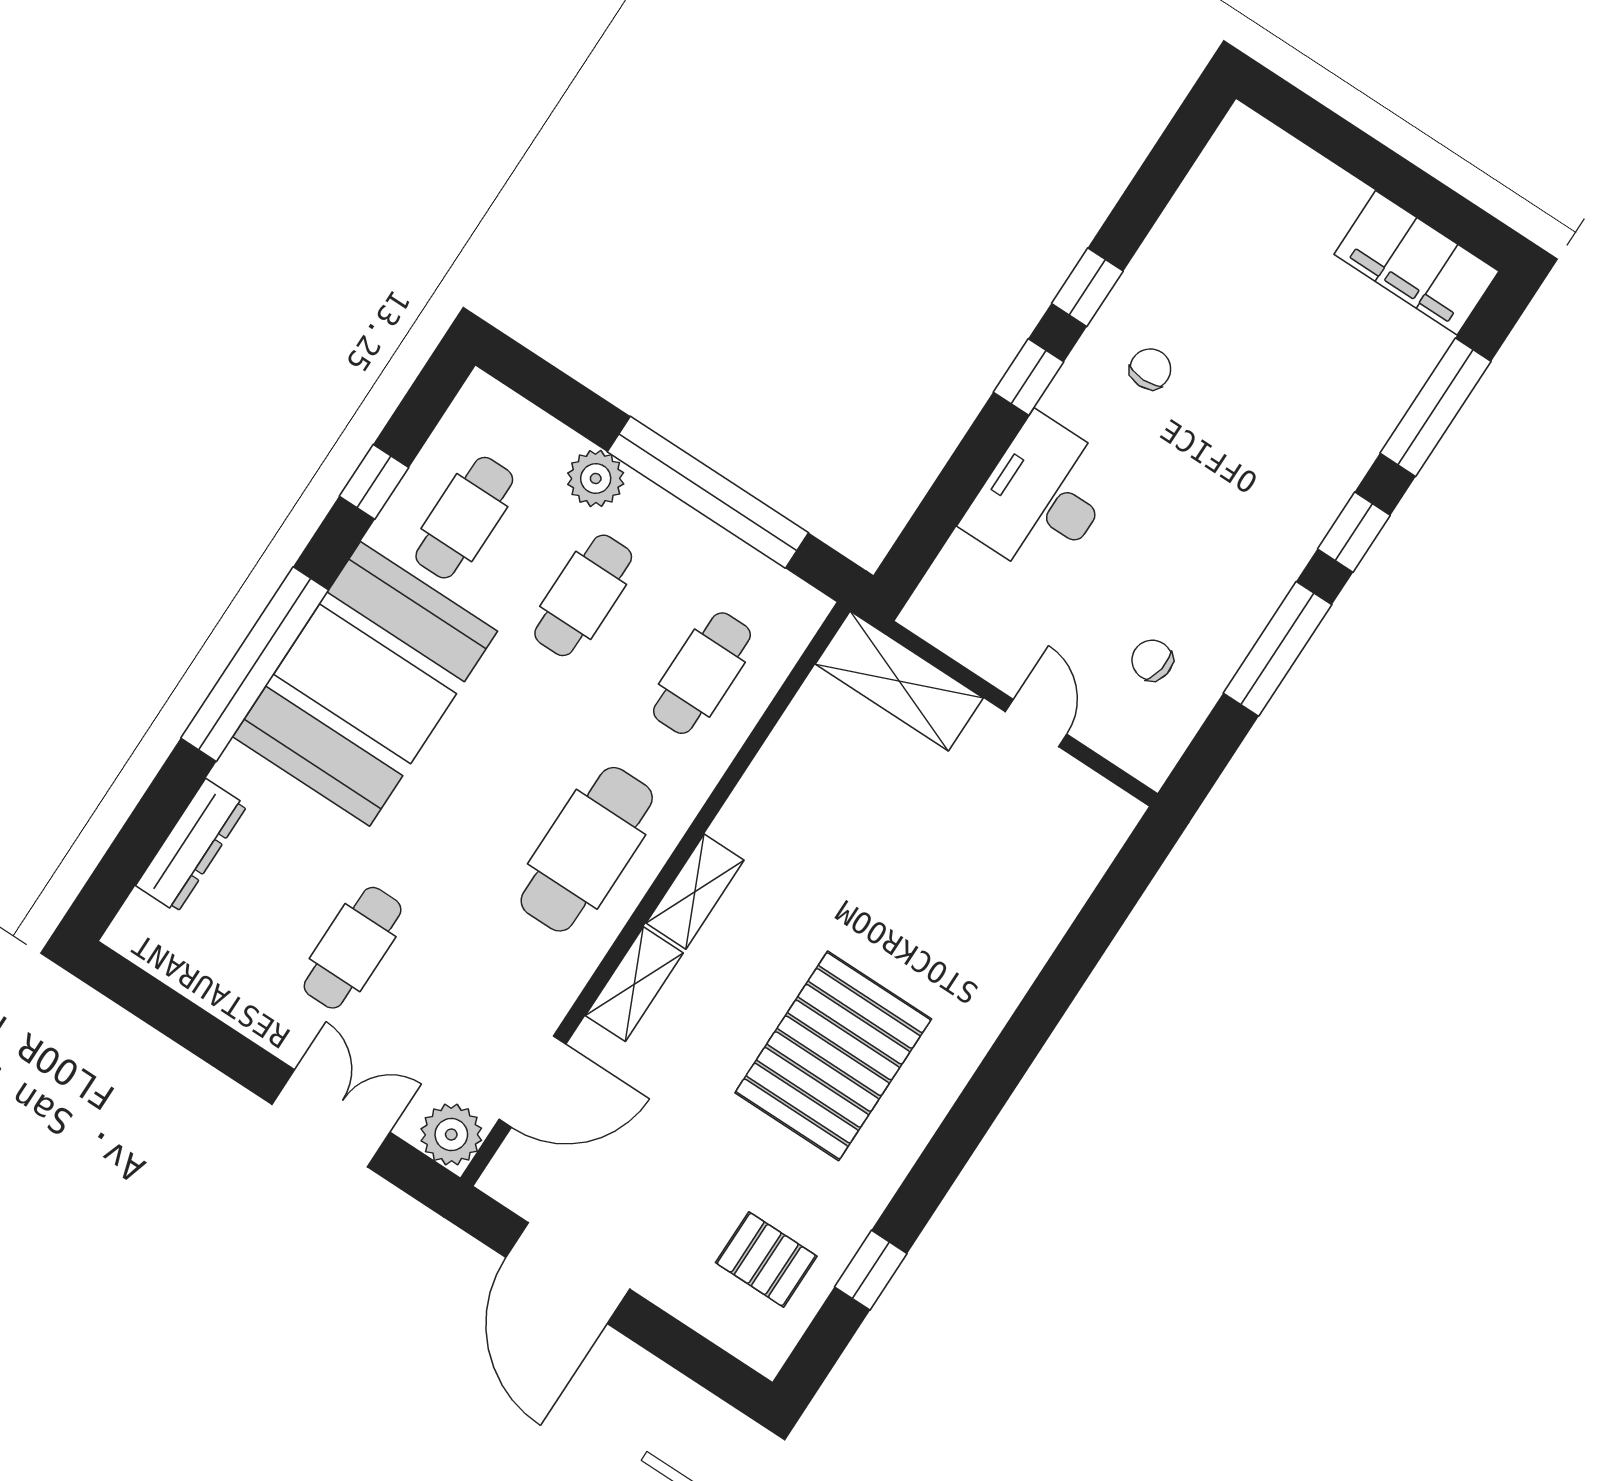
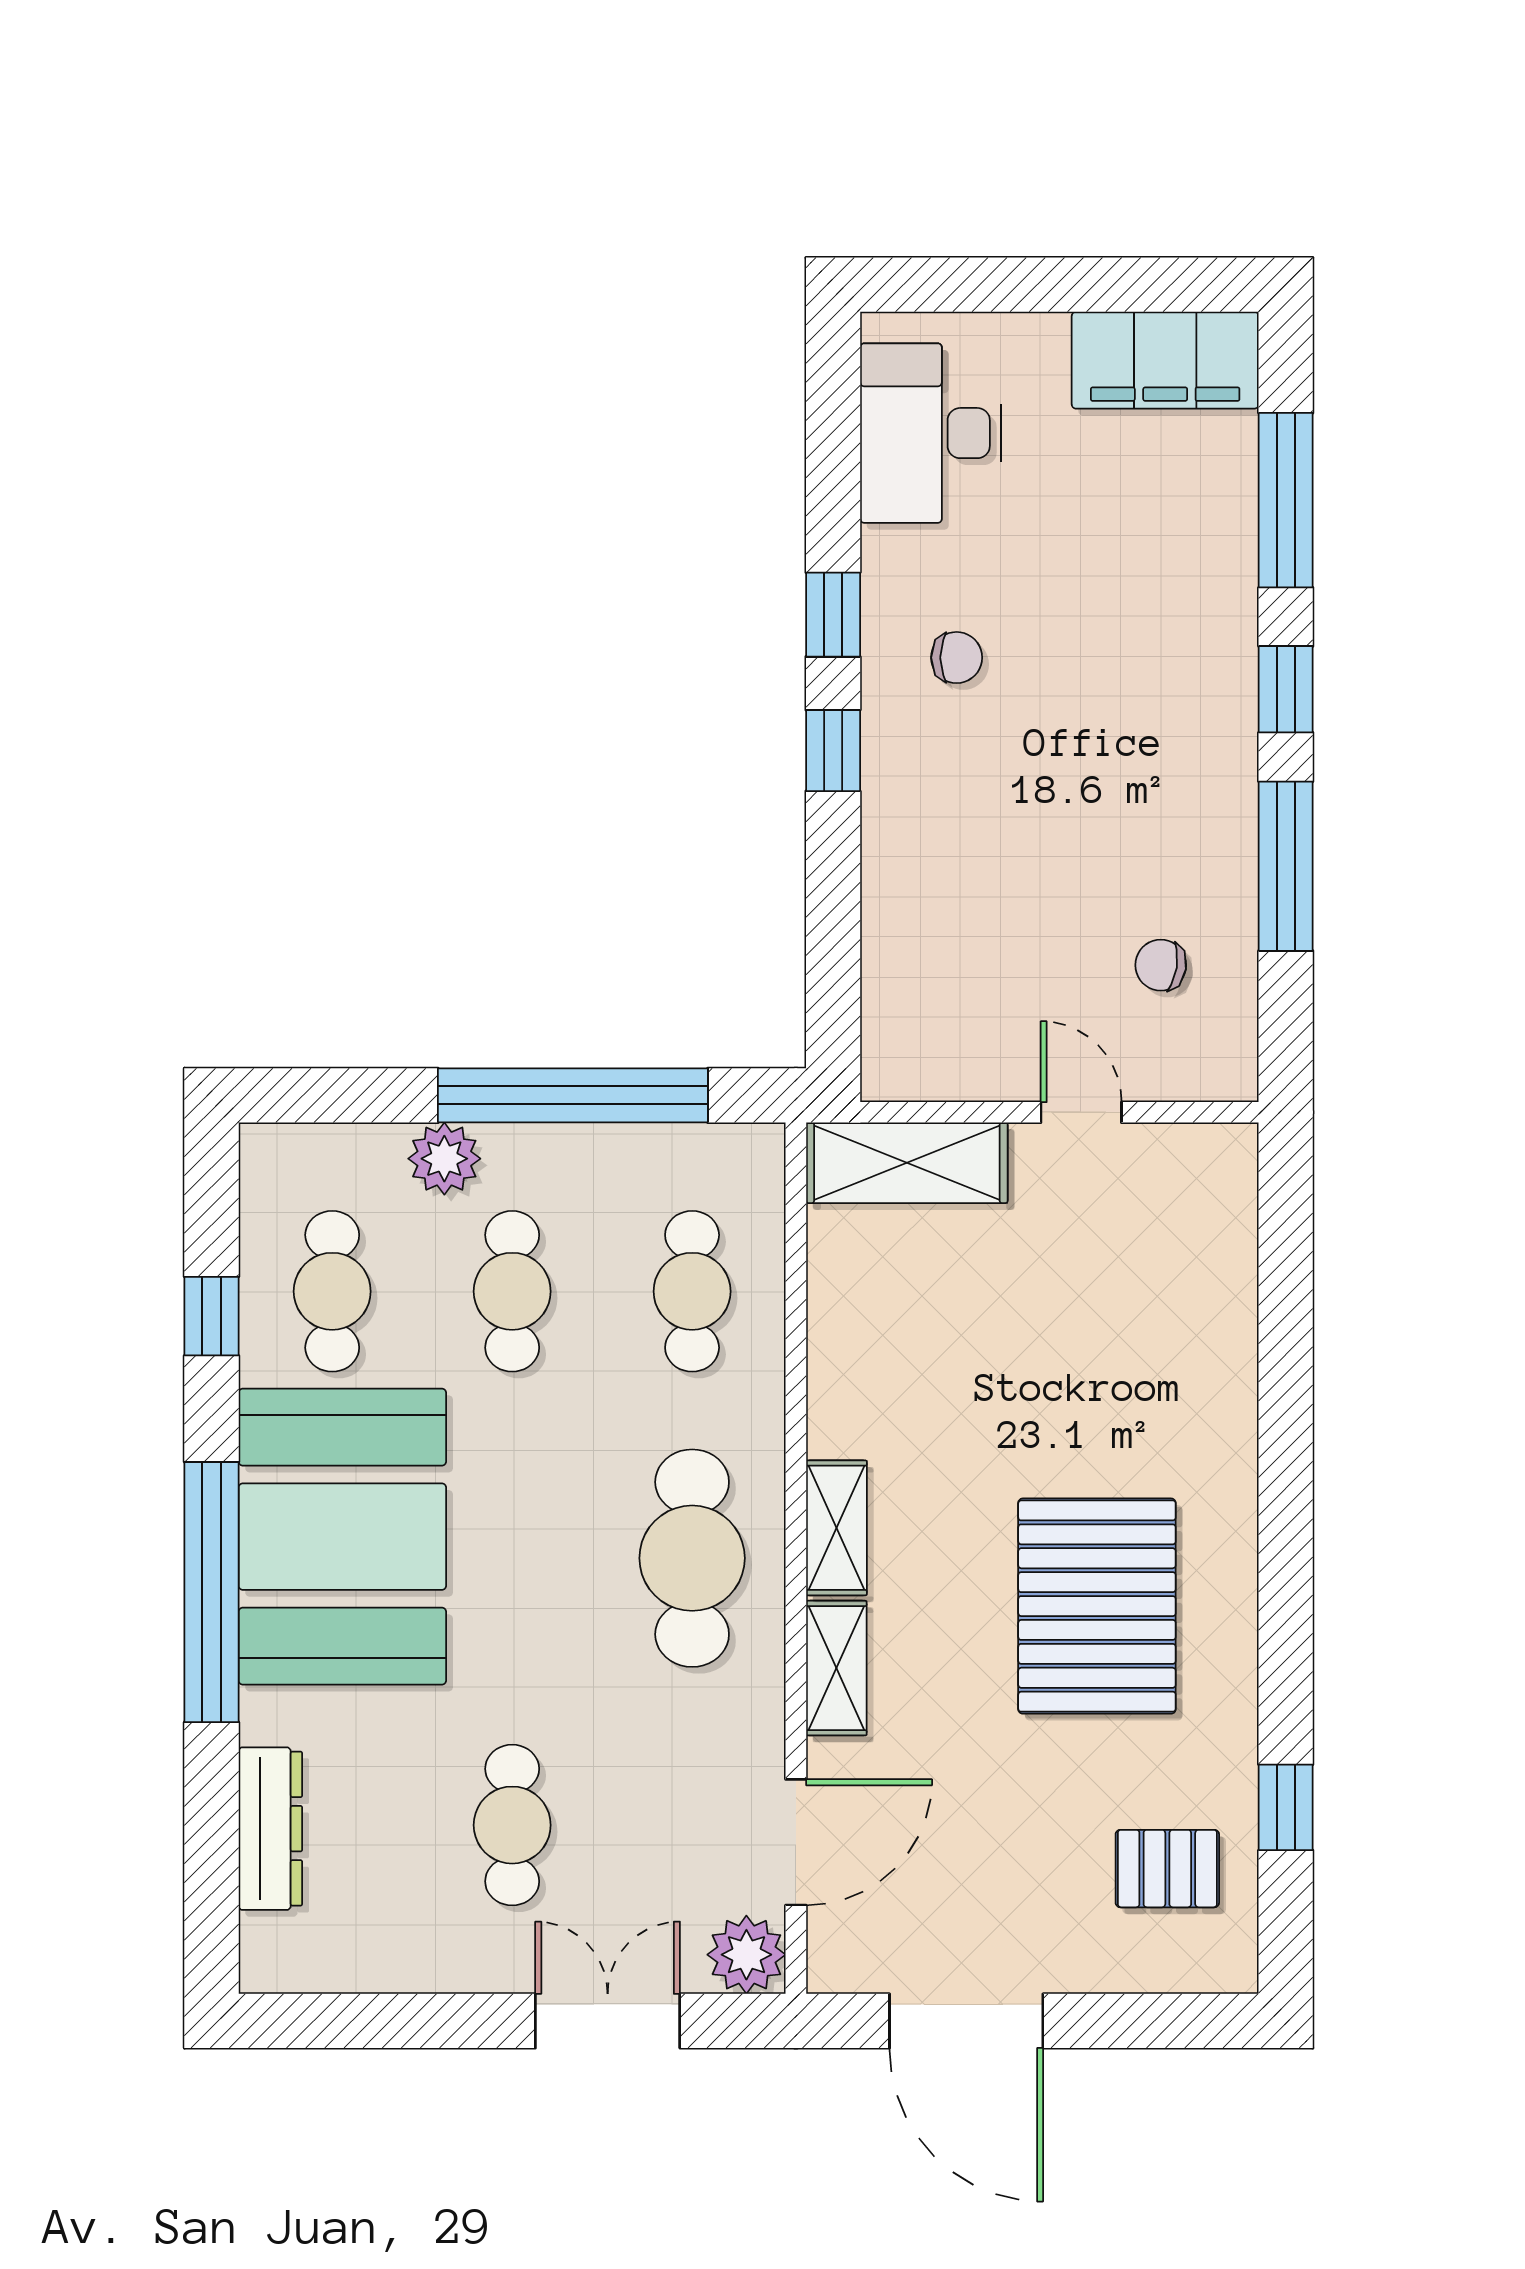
chair: (1150, 369) -> (957, 658), turned 90
desk: (1042, 497) -> (931, 433), moved

